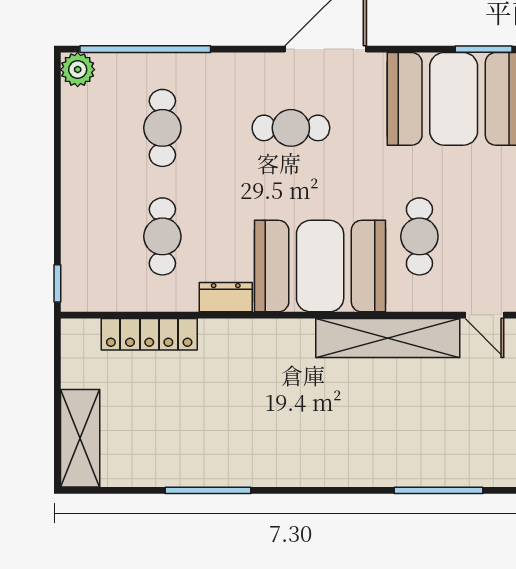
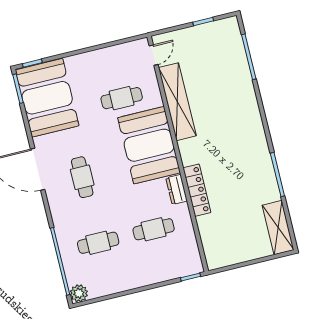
locker: (149, 334) -> (197, 190), moved
shelving: (80, 438) -> (278, 228), moved, turned 90

